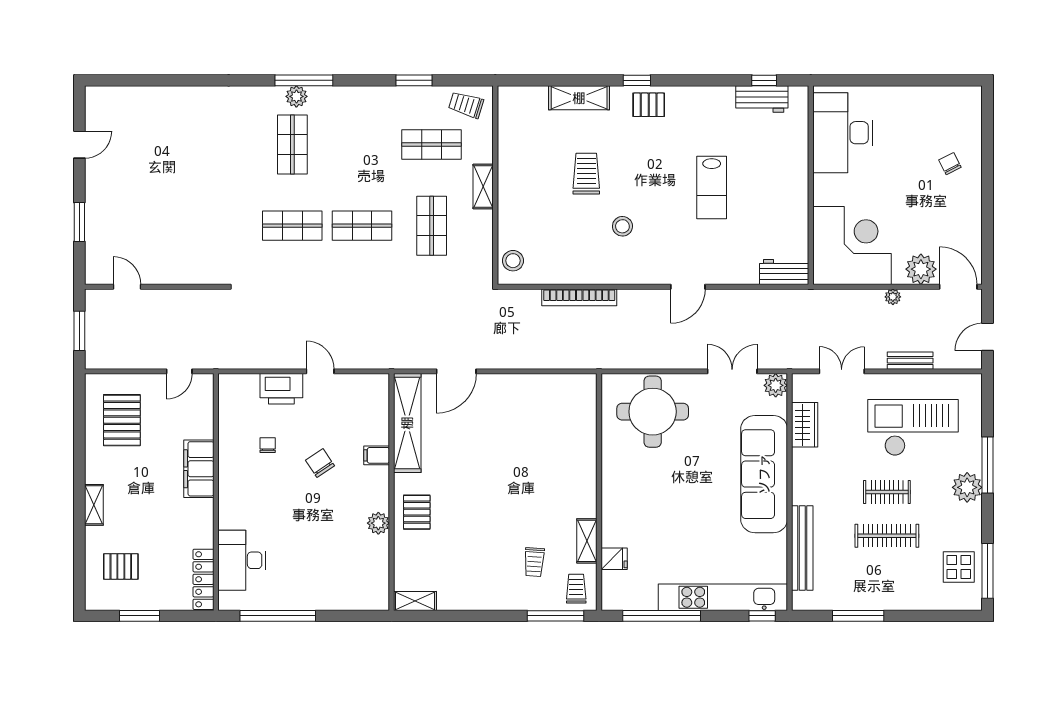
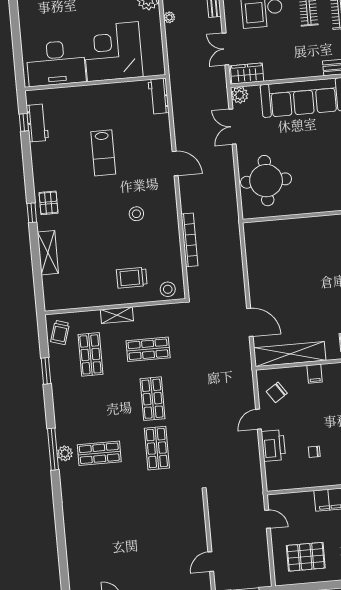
trolley: (586, 174) -> (132, 278), moved
lab bench: (712, 187) -> (103, 153), turned 90
corner desk: (852, 245) -> (113, 52), moved
wardrobe: (805, 425) -> (247, 73), moved
chair: (320, 463) -> (277, 392), moved

